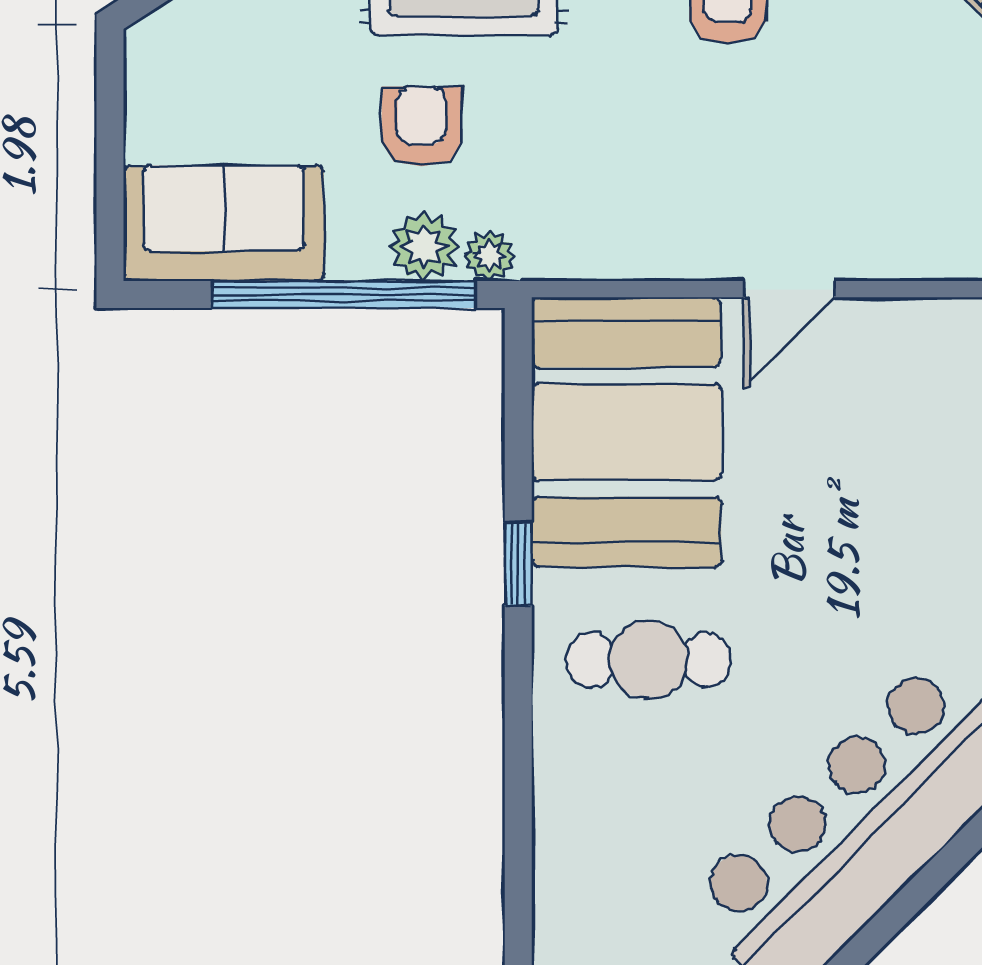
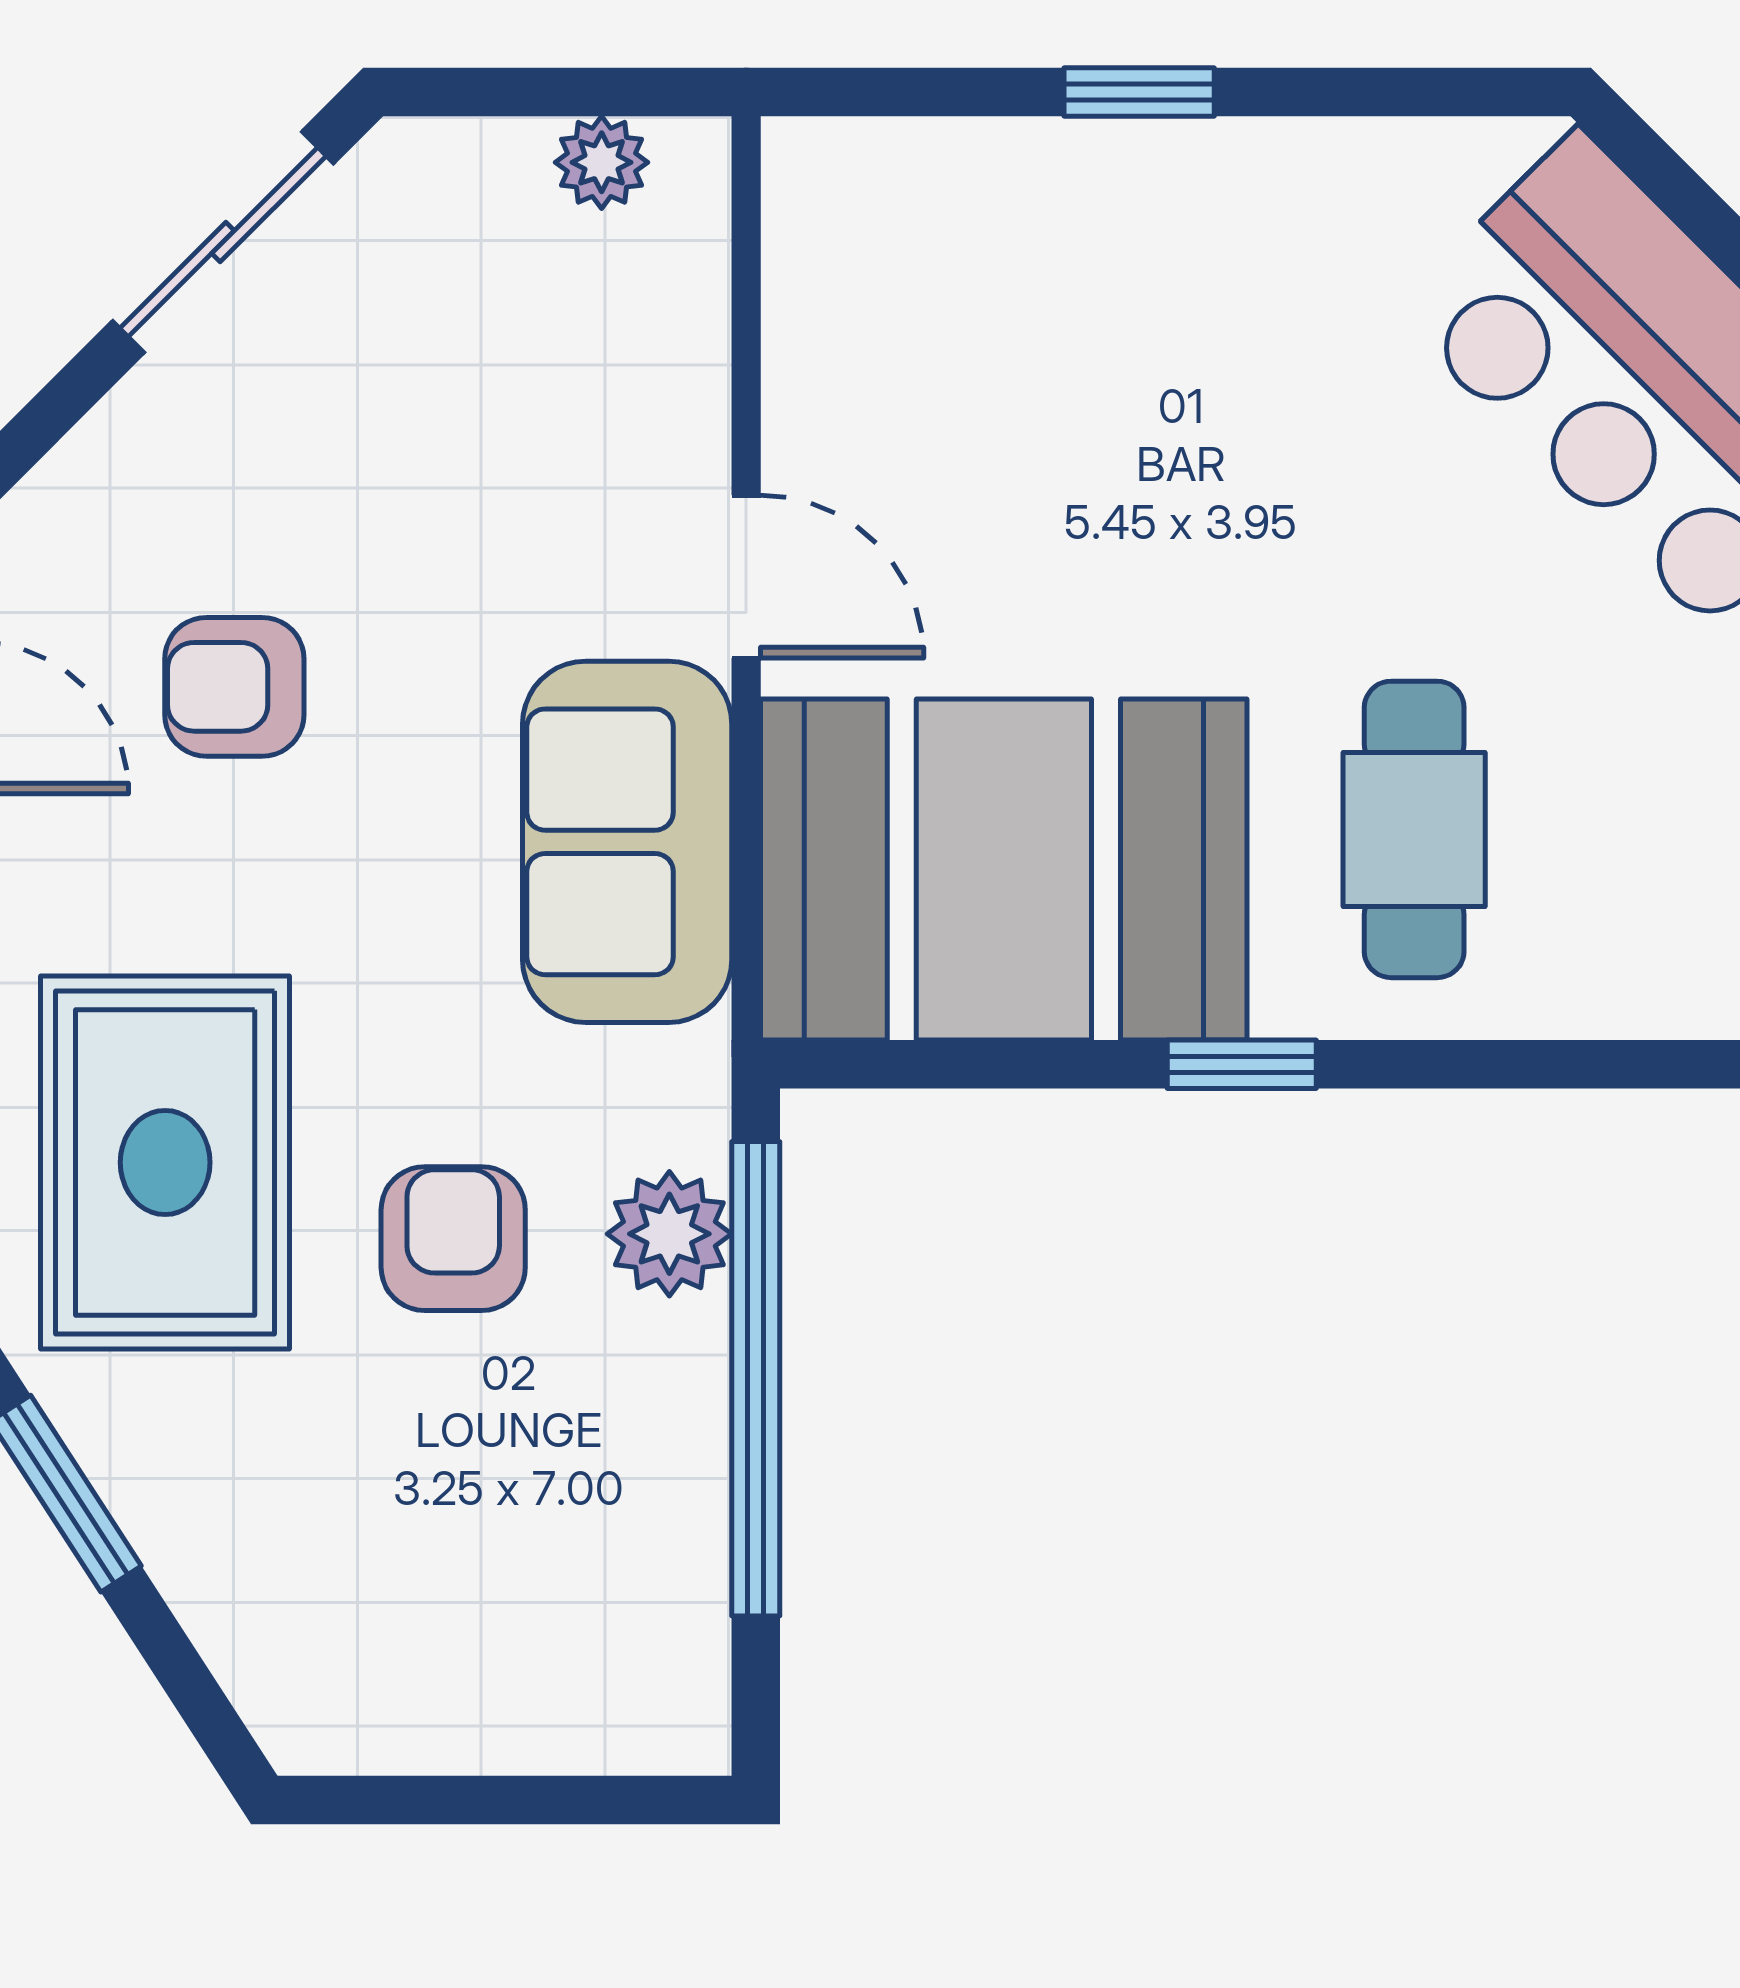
armchair: (422, 126) -> (453, 1239), turned 90
sofa: (224, 223) -> (627, 842), moved
plant: (490, 256) -> (686, 1116), removed

